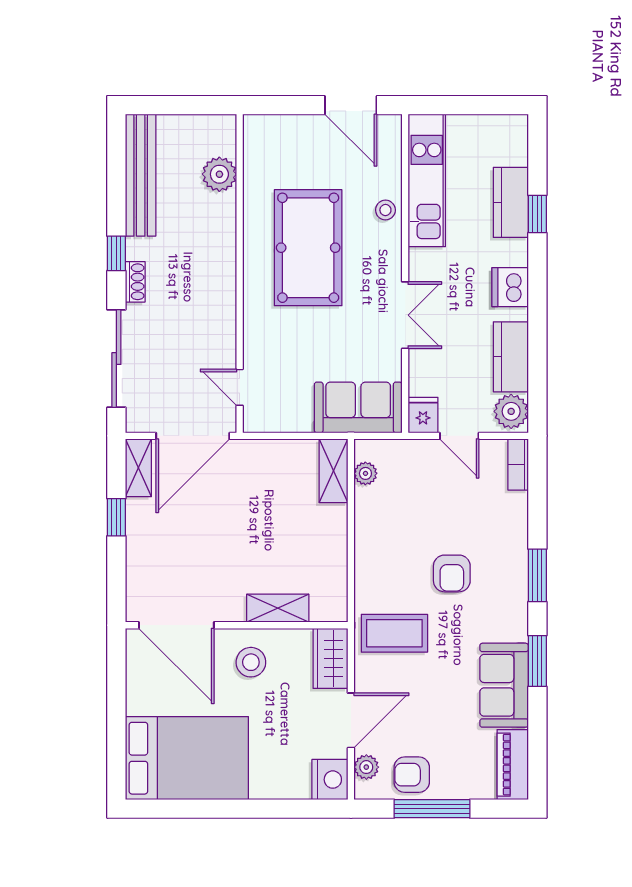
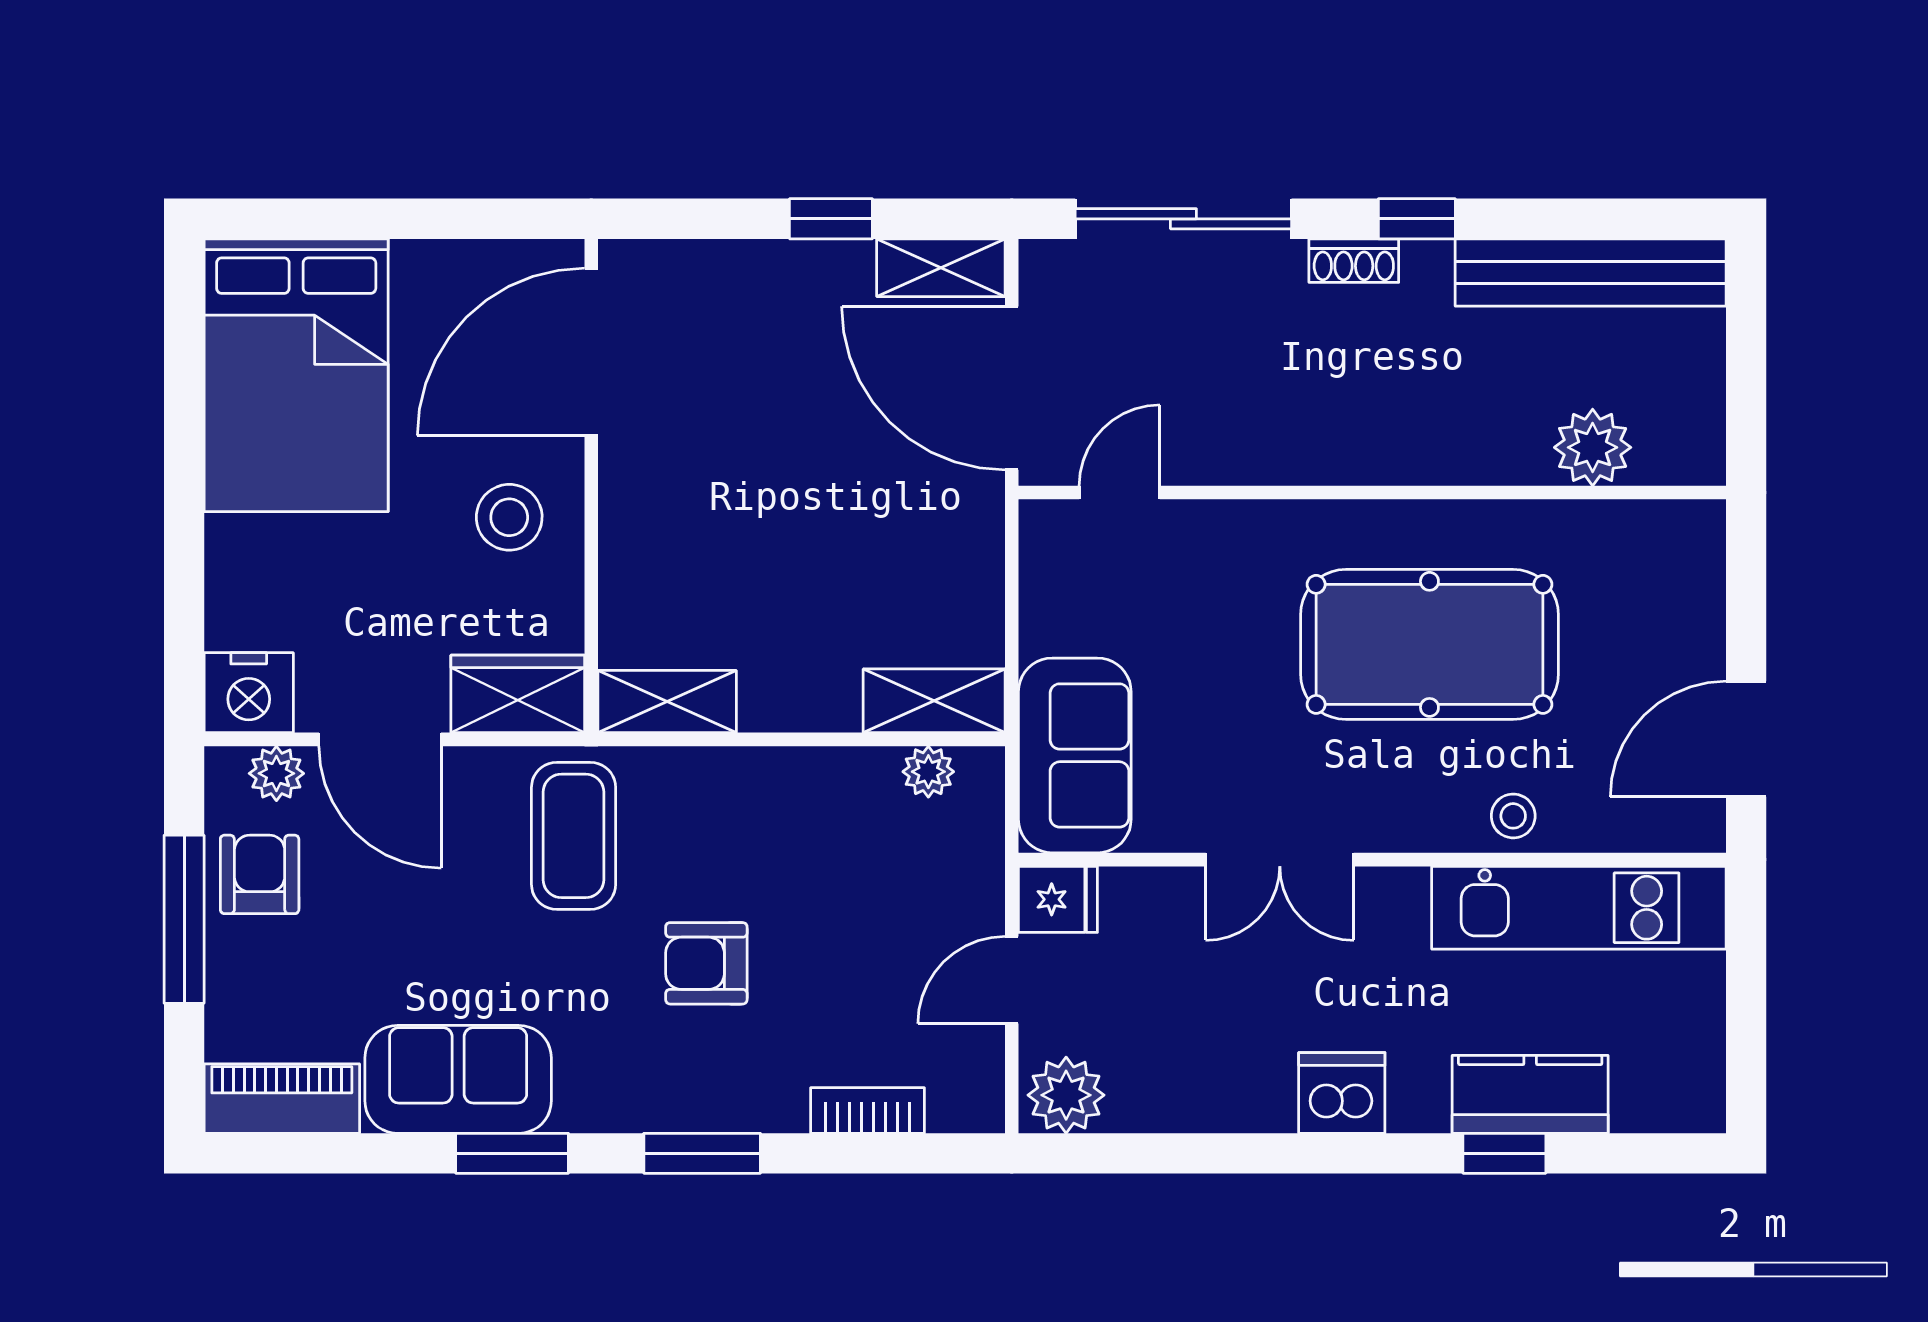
kitchen counter: (511, 357) -> (1187, 1094), removed
bookcase: (518, 464) -> (868, 1111), moved
shelving: (278, 608) -> (667, 702), moved, turned 90

